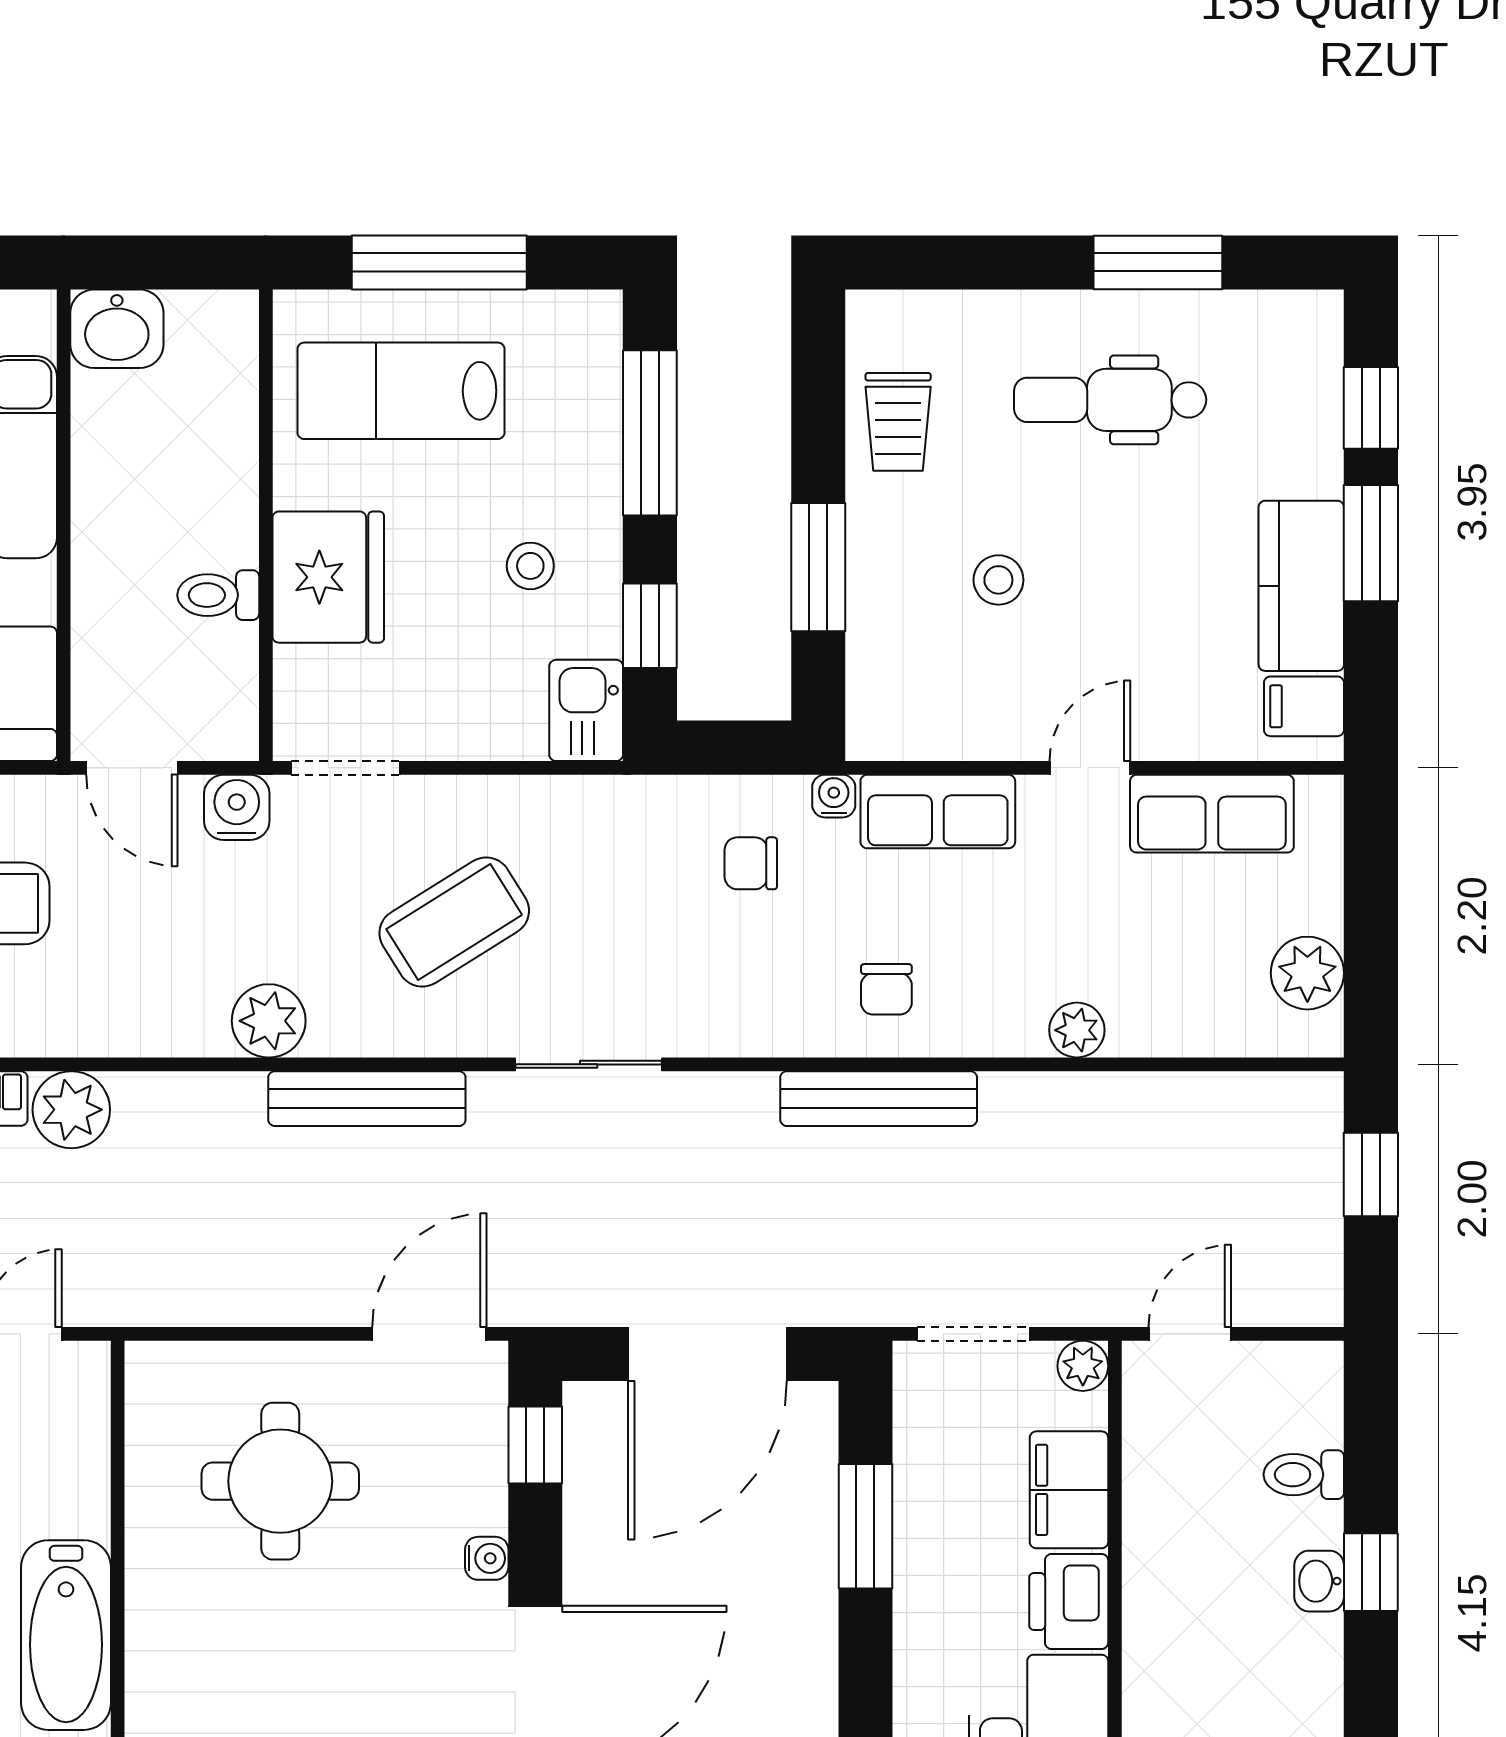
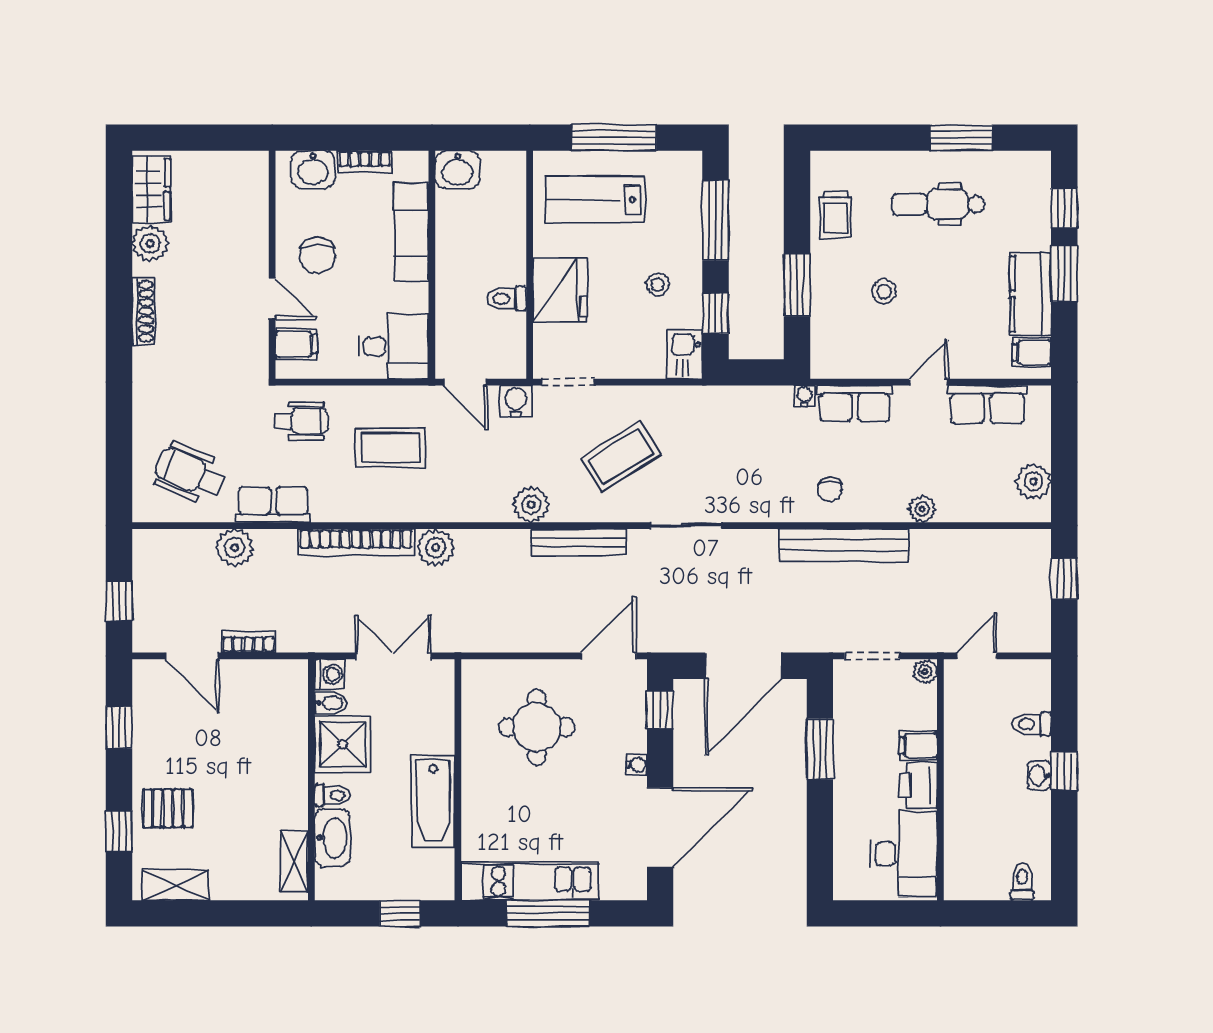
chair: (751, 863) -> (764, 428), removed
bench: (879, 1099) -> (844, 545), width x1.37, depth x1.21
filing cabinet: (1069, 1490) -> (918, 746), width x0.50

